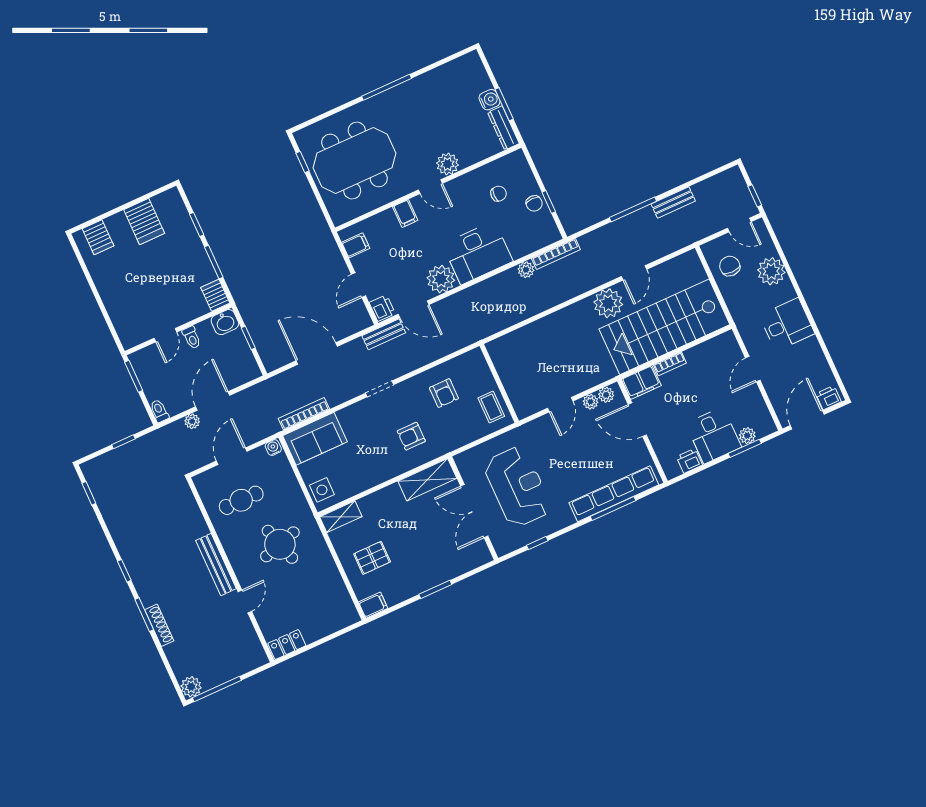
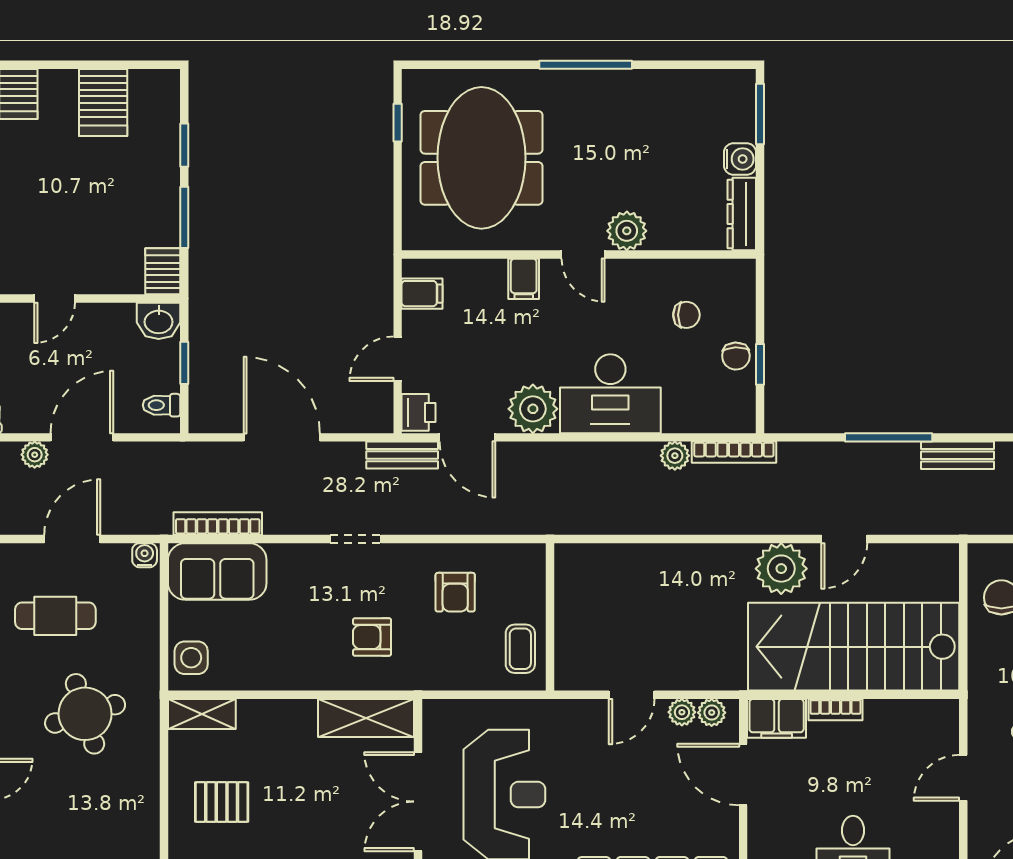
window: (504, 104) -> (760, 114), moved
meeting table: (354, 160) -> (481, 158), turned 90
toilet: (192, 338) -> (162, 405), moved, turned 90

